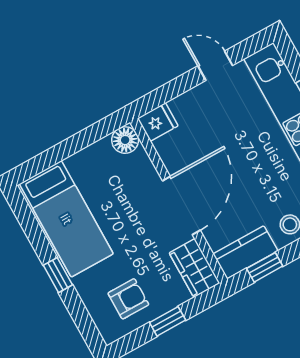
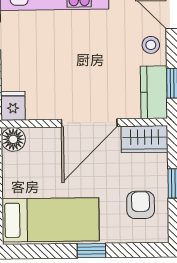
door: (181, 206) -> (89, 123), swing flipped

